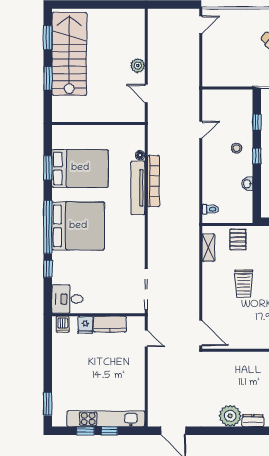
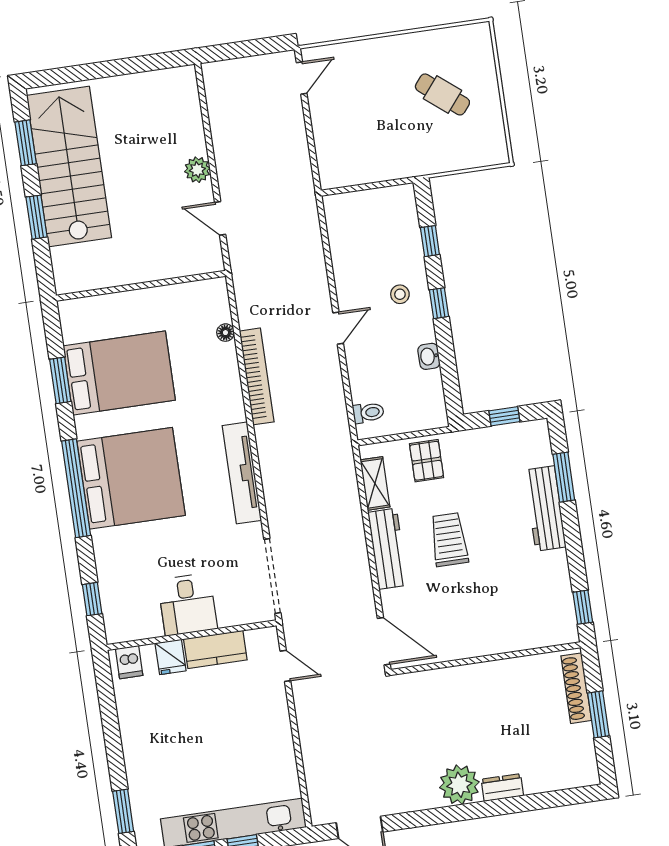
door: (201, 130) -> (338, 328), moved
tv unit: (138, 188) -> (242, 473), moved
window: (48, 269) -> (92, 599), moved
workbench: (210, 284) -> (388, 549), added
trolley: (244, 284) -> (449, 540), turned 180
desk: (67, 299) -> (187, 604), moved, turned -90

